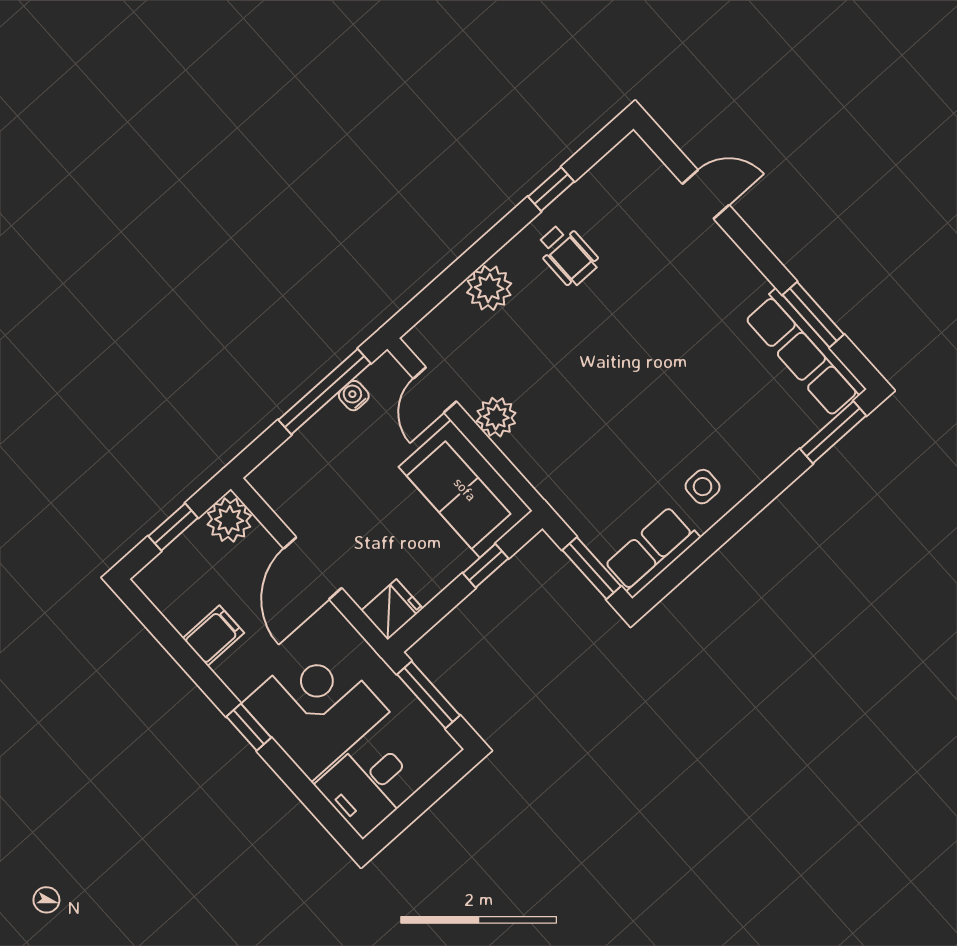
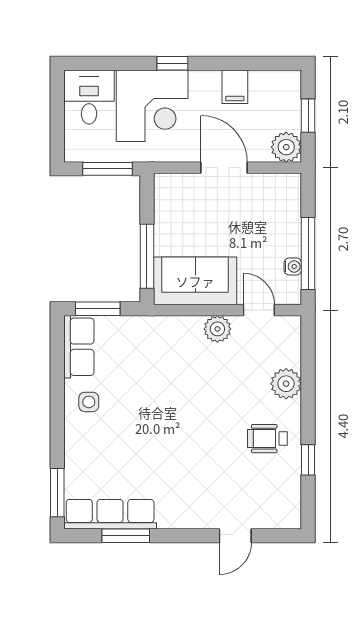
window: (486, 566) -> (147, 256), width x2.17
fridge: (392, 610) -> (167, 189), removed

